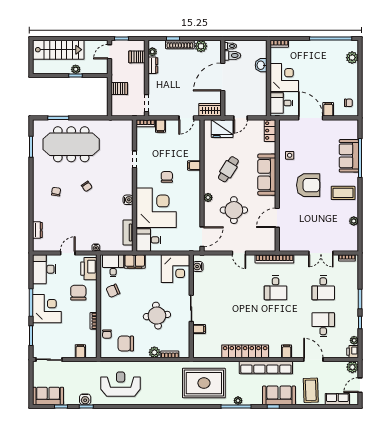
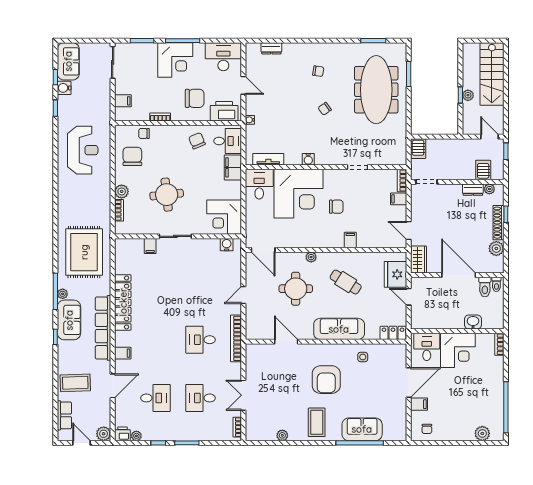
server rack: (119, 88) -> (418, 149), moved
sofa: (279, 395) -> (69, 320), moved
water cooler: (85, 399) -> (64, 88), moved

